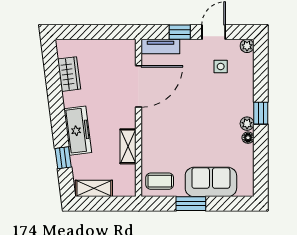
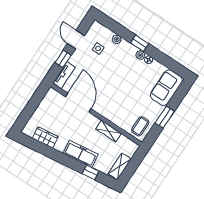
plant: (247, 46) -> (117, 39), moved
sofa: (211, 182) -> (166, 88), moved

